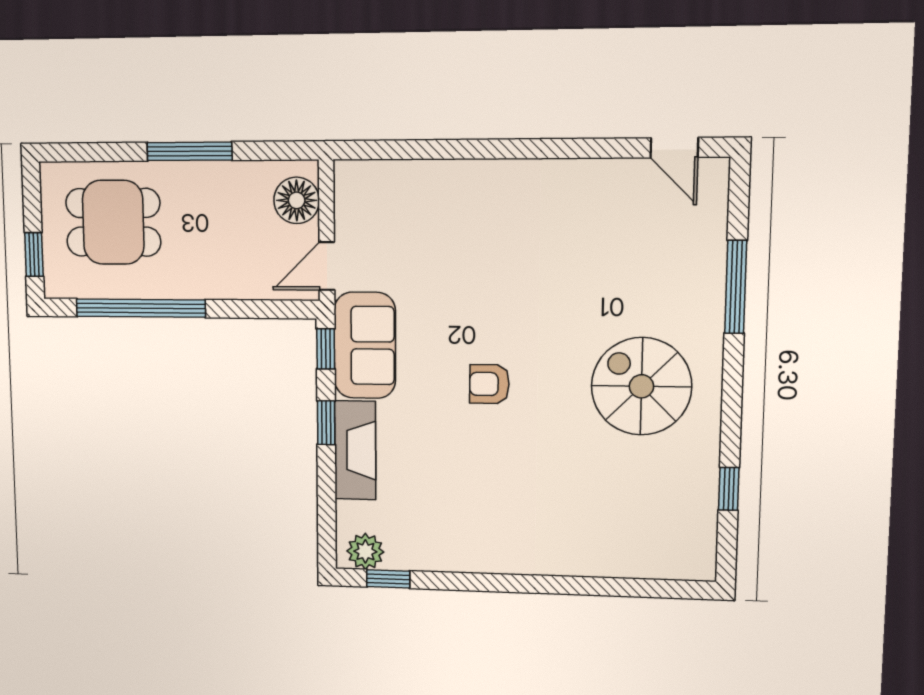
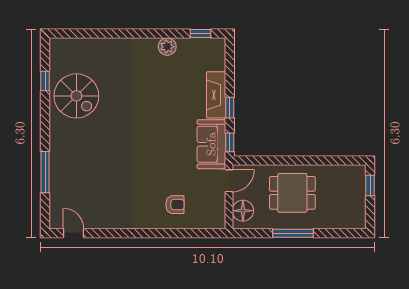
dining table: (113, 222) -> (292, 193), moved
window: (141, 308) -> (318, 161), removed
armchair: (489, 384) -> (175, 205), moved
spiral stairs: (641, 386) -> (76, 96), moved
plant: (365, 551) -> (167, 47), moved

